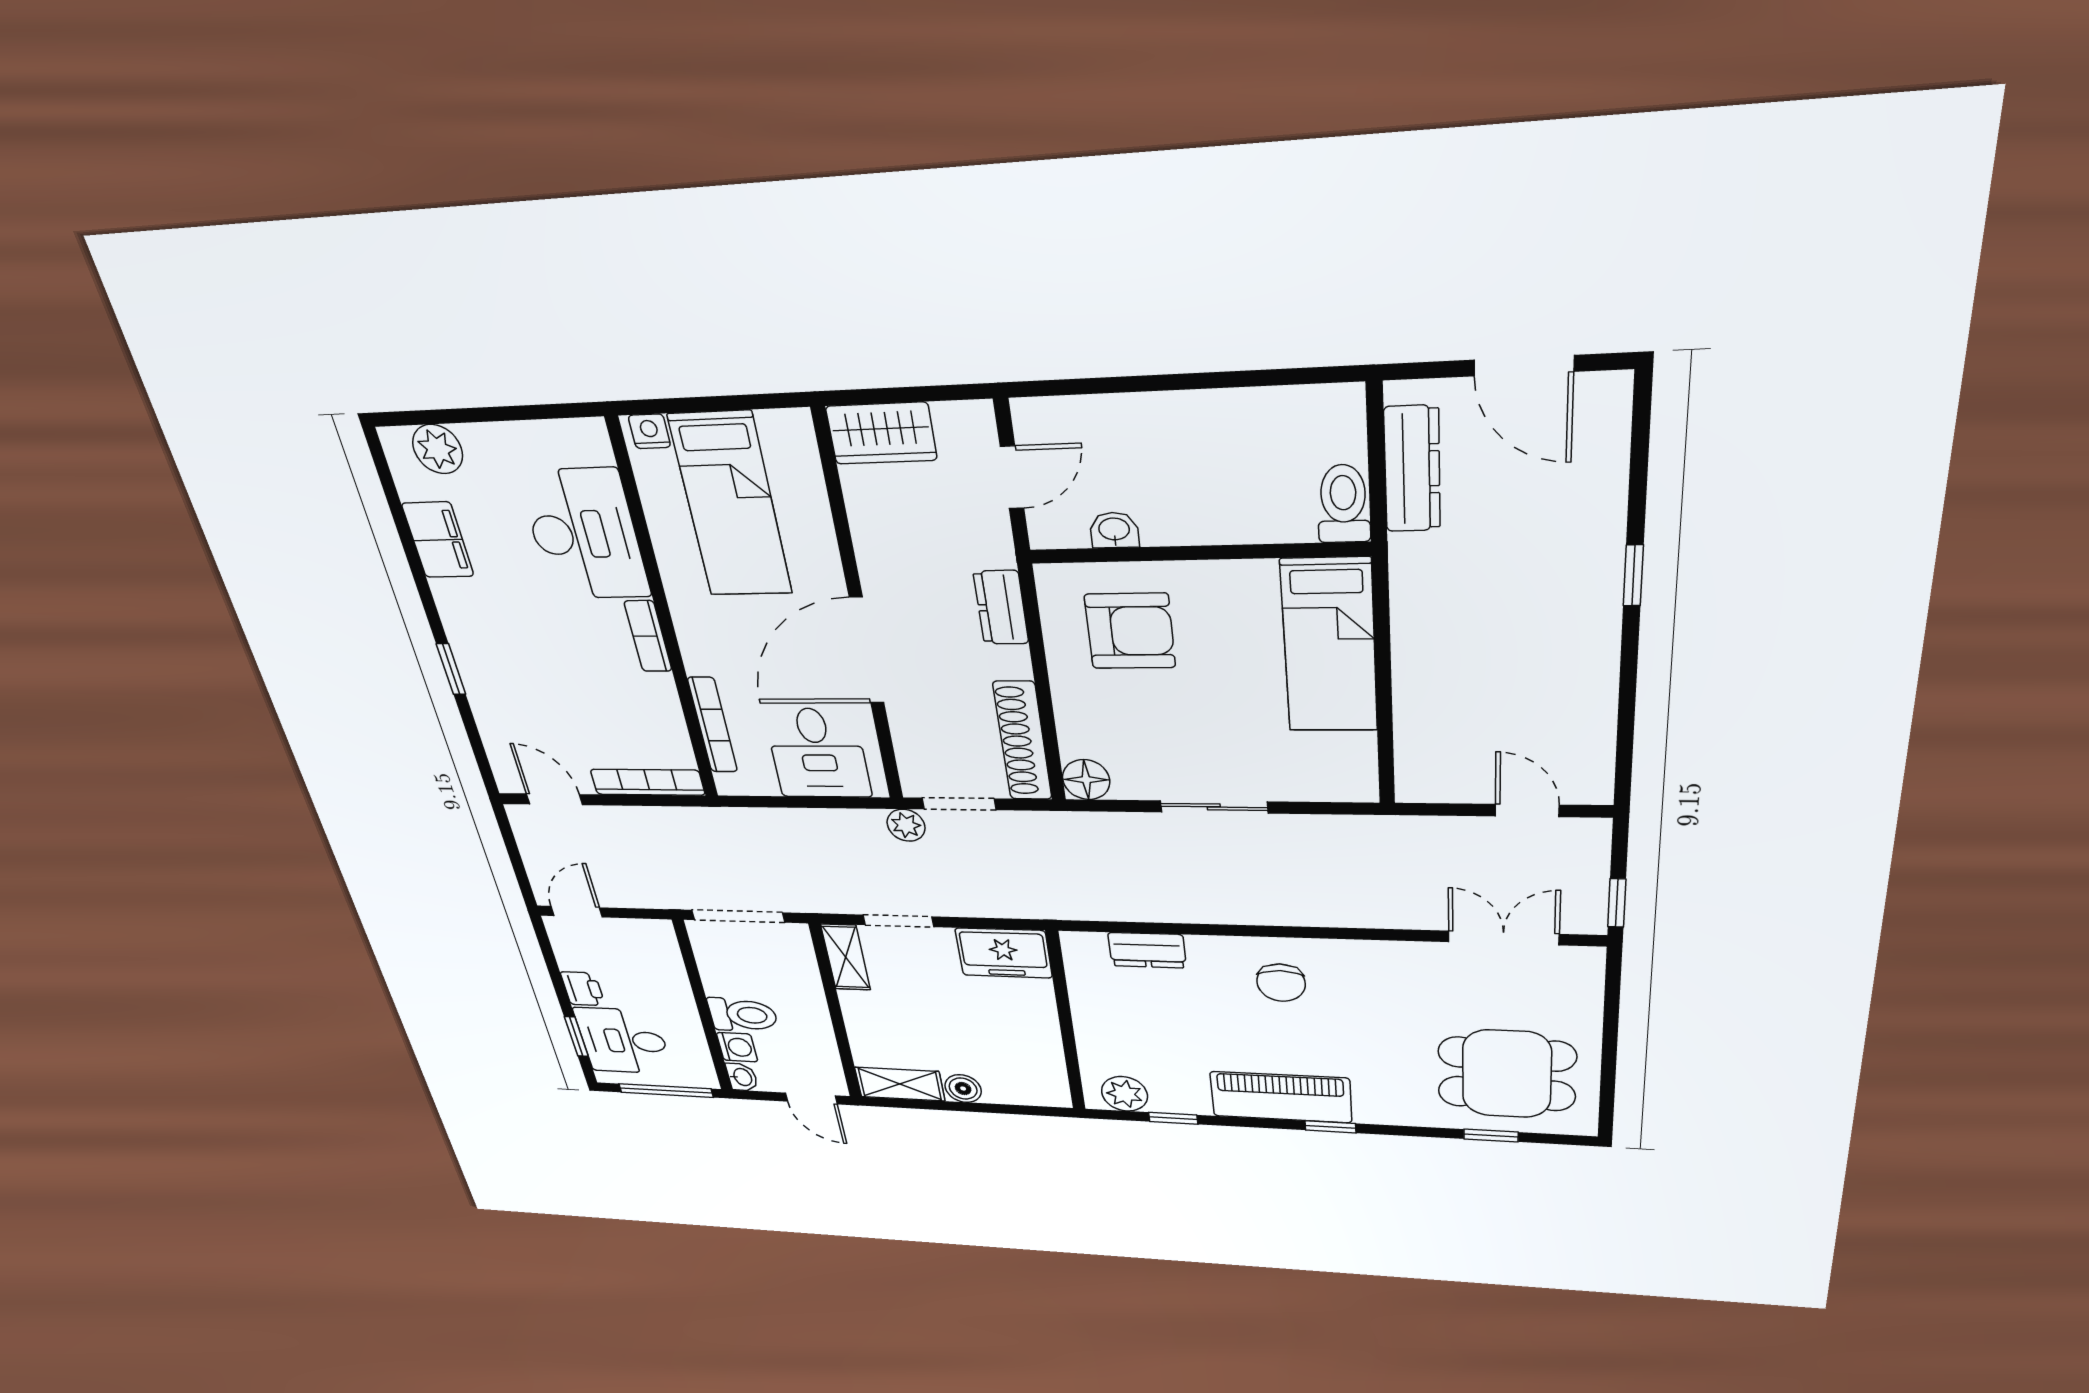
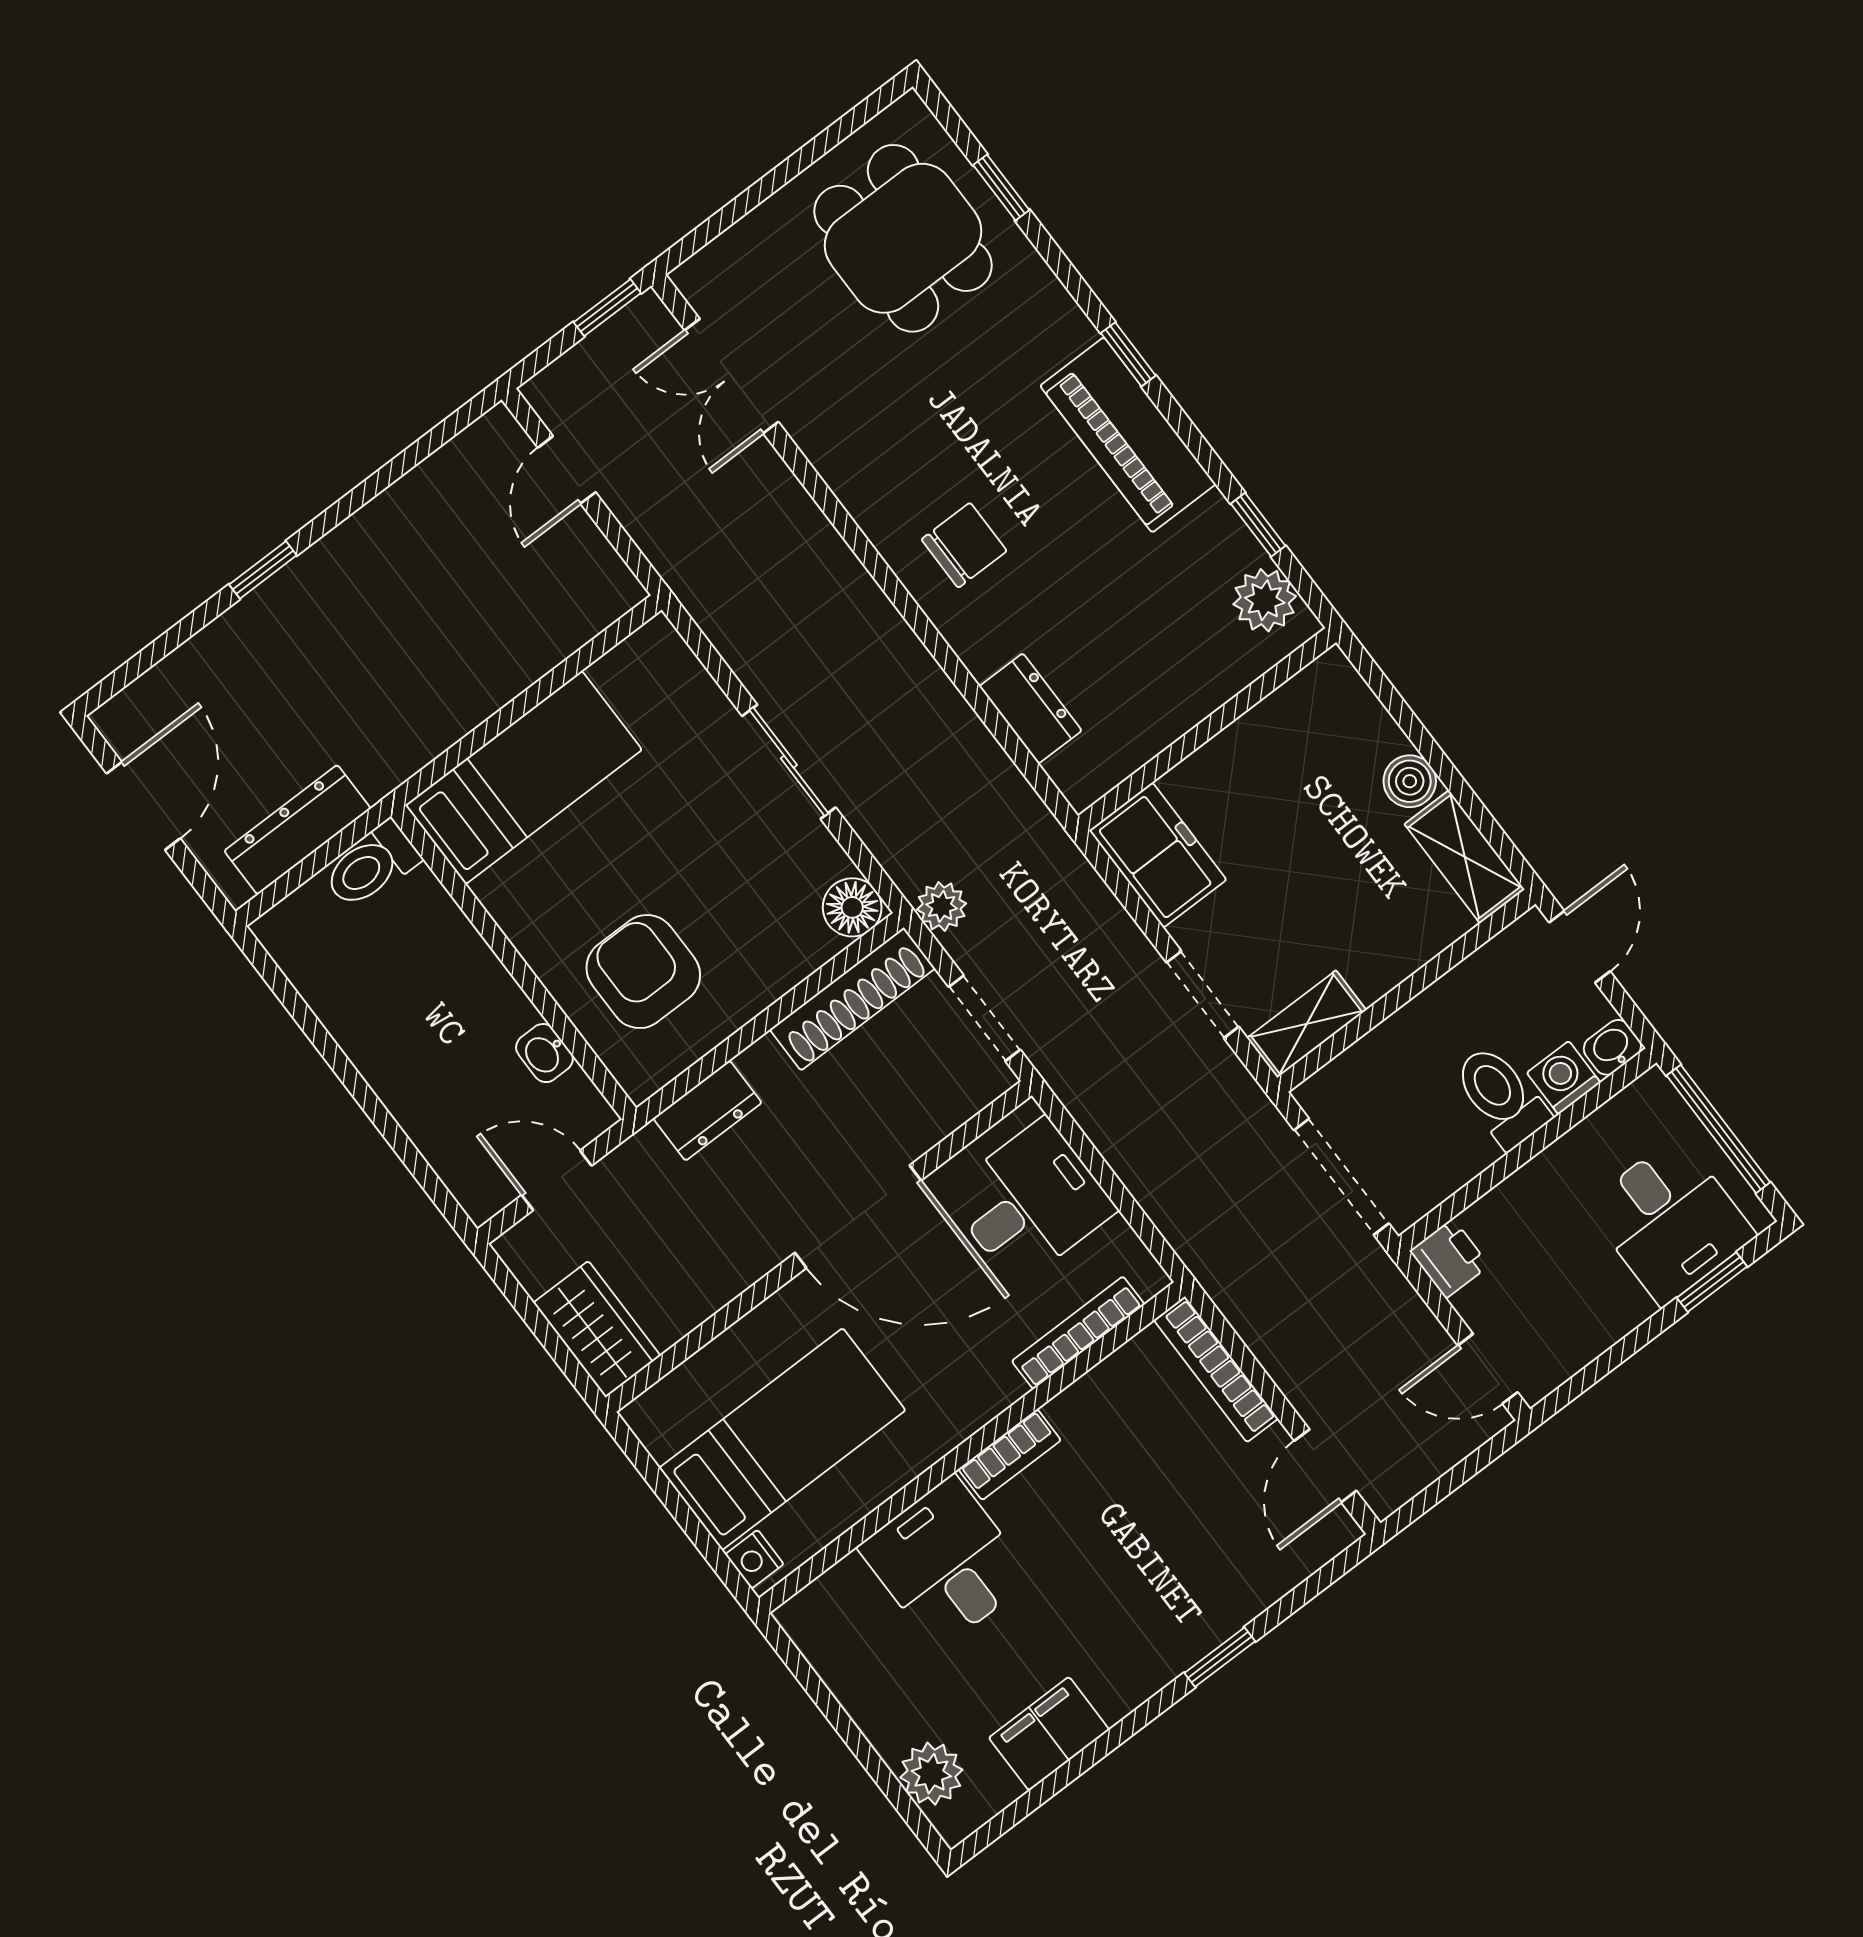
desk: (584, 534) -> (945, 1563), width x0.73
plant: (906, 825) -> (942, 906), moved
printer: (583, 989) -> (1449, 1258), moved, turned 90

